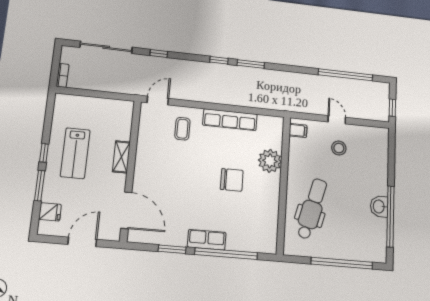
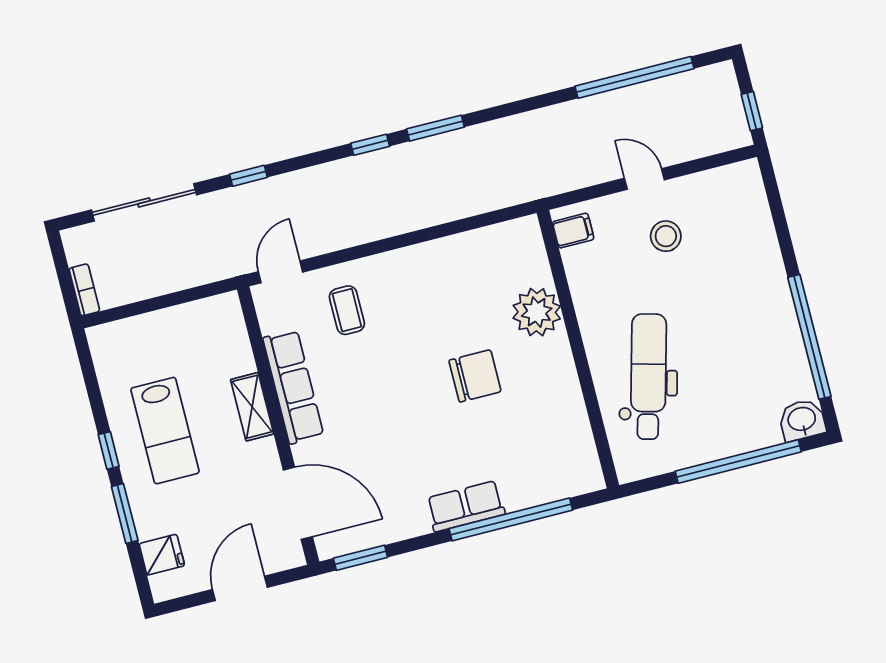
row of seats: (230, 120) -> (293, 387), moved, turned -90
washbasin: (379, 206) -> (802, 420), moved, turned 90
window: (172, 249) -> (360, 558), moved

